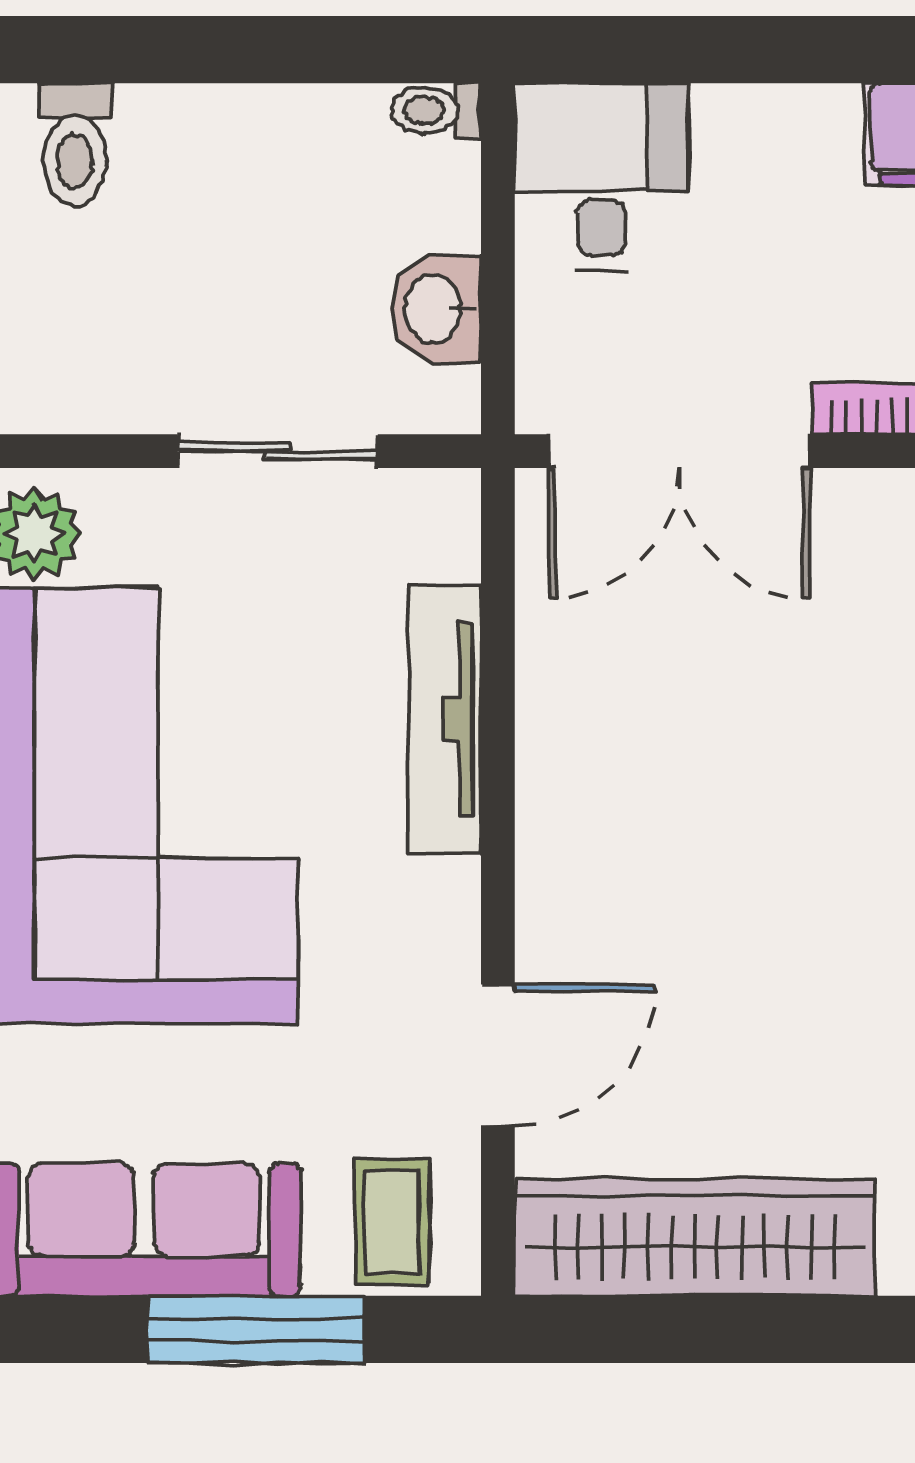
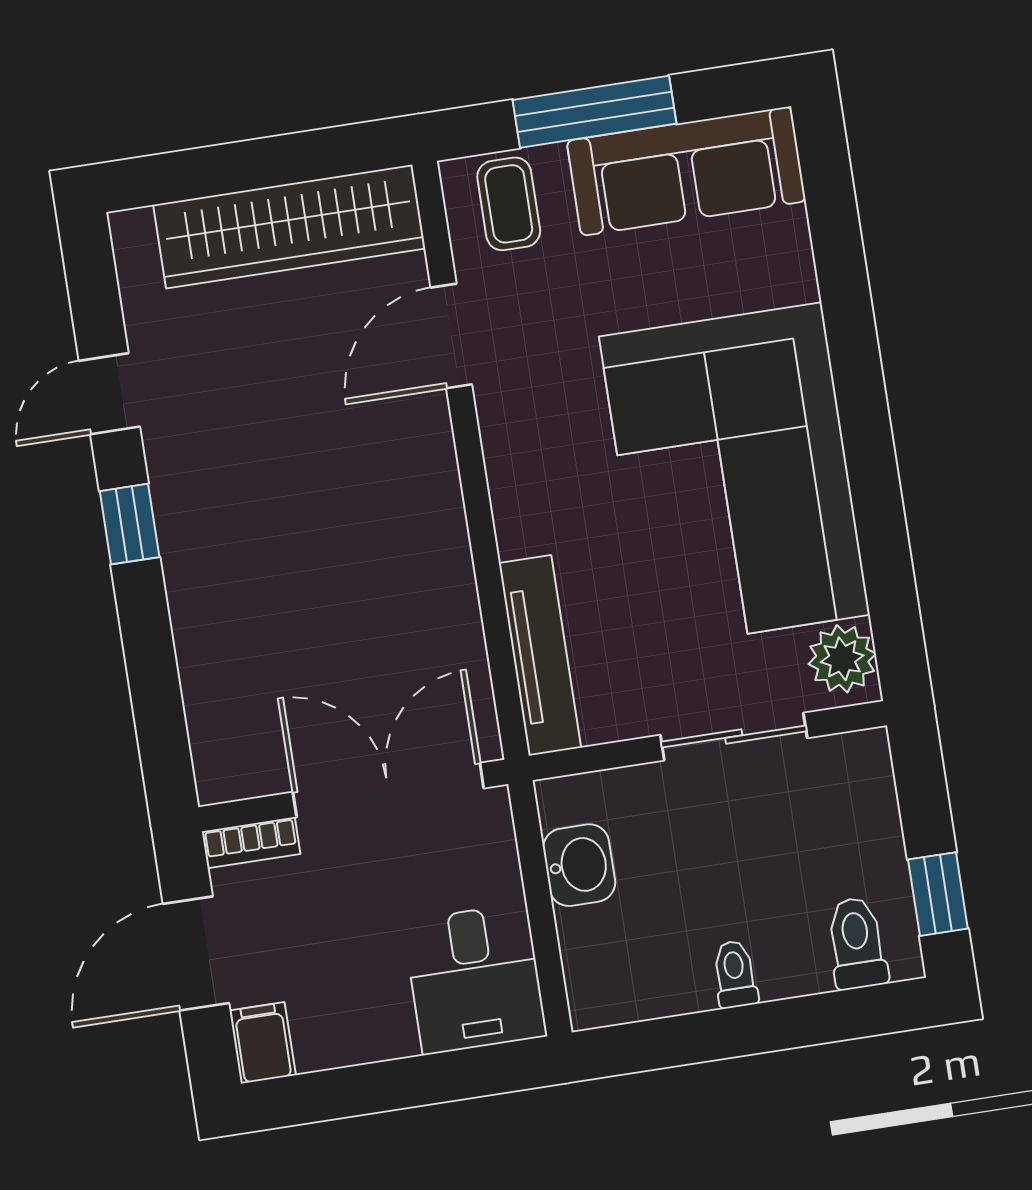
toilet: (436, 111) -> (735, 974), moved, turned -90
sliding door: (278, 451) -> (734, 737), moved
tv unit: (445, 719) -> (540, 655), moved

